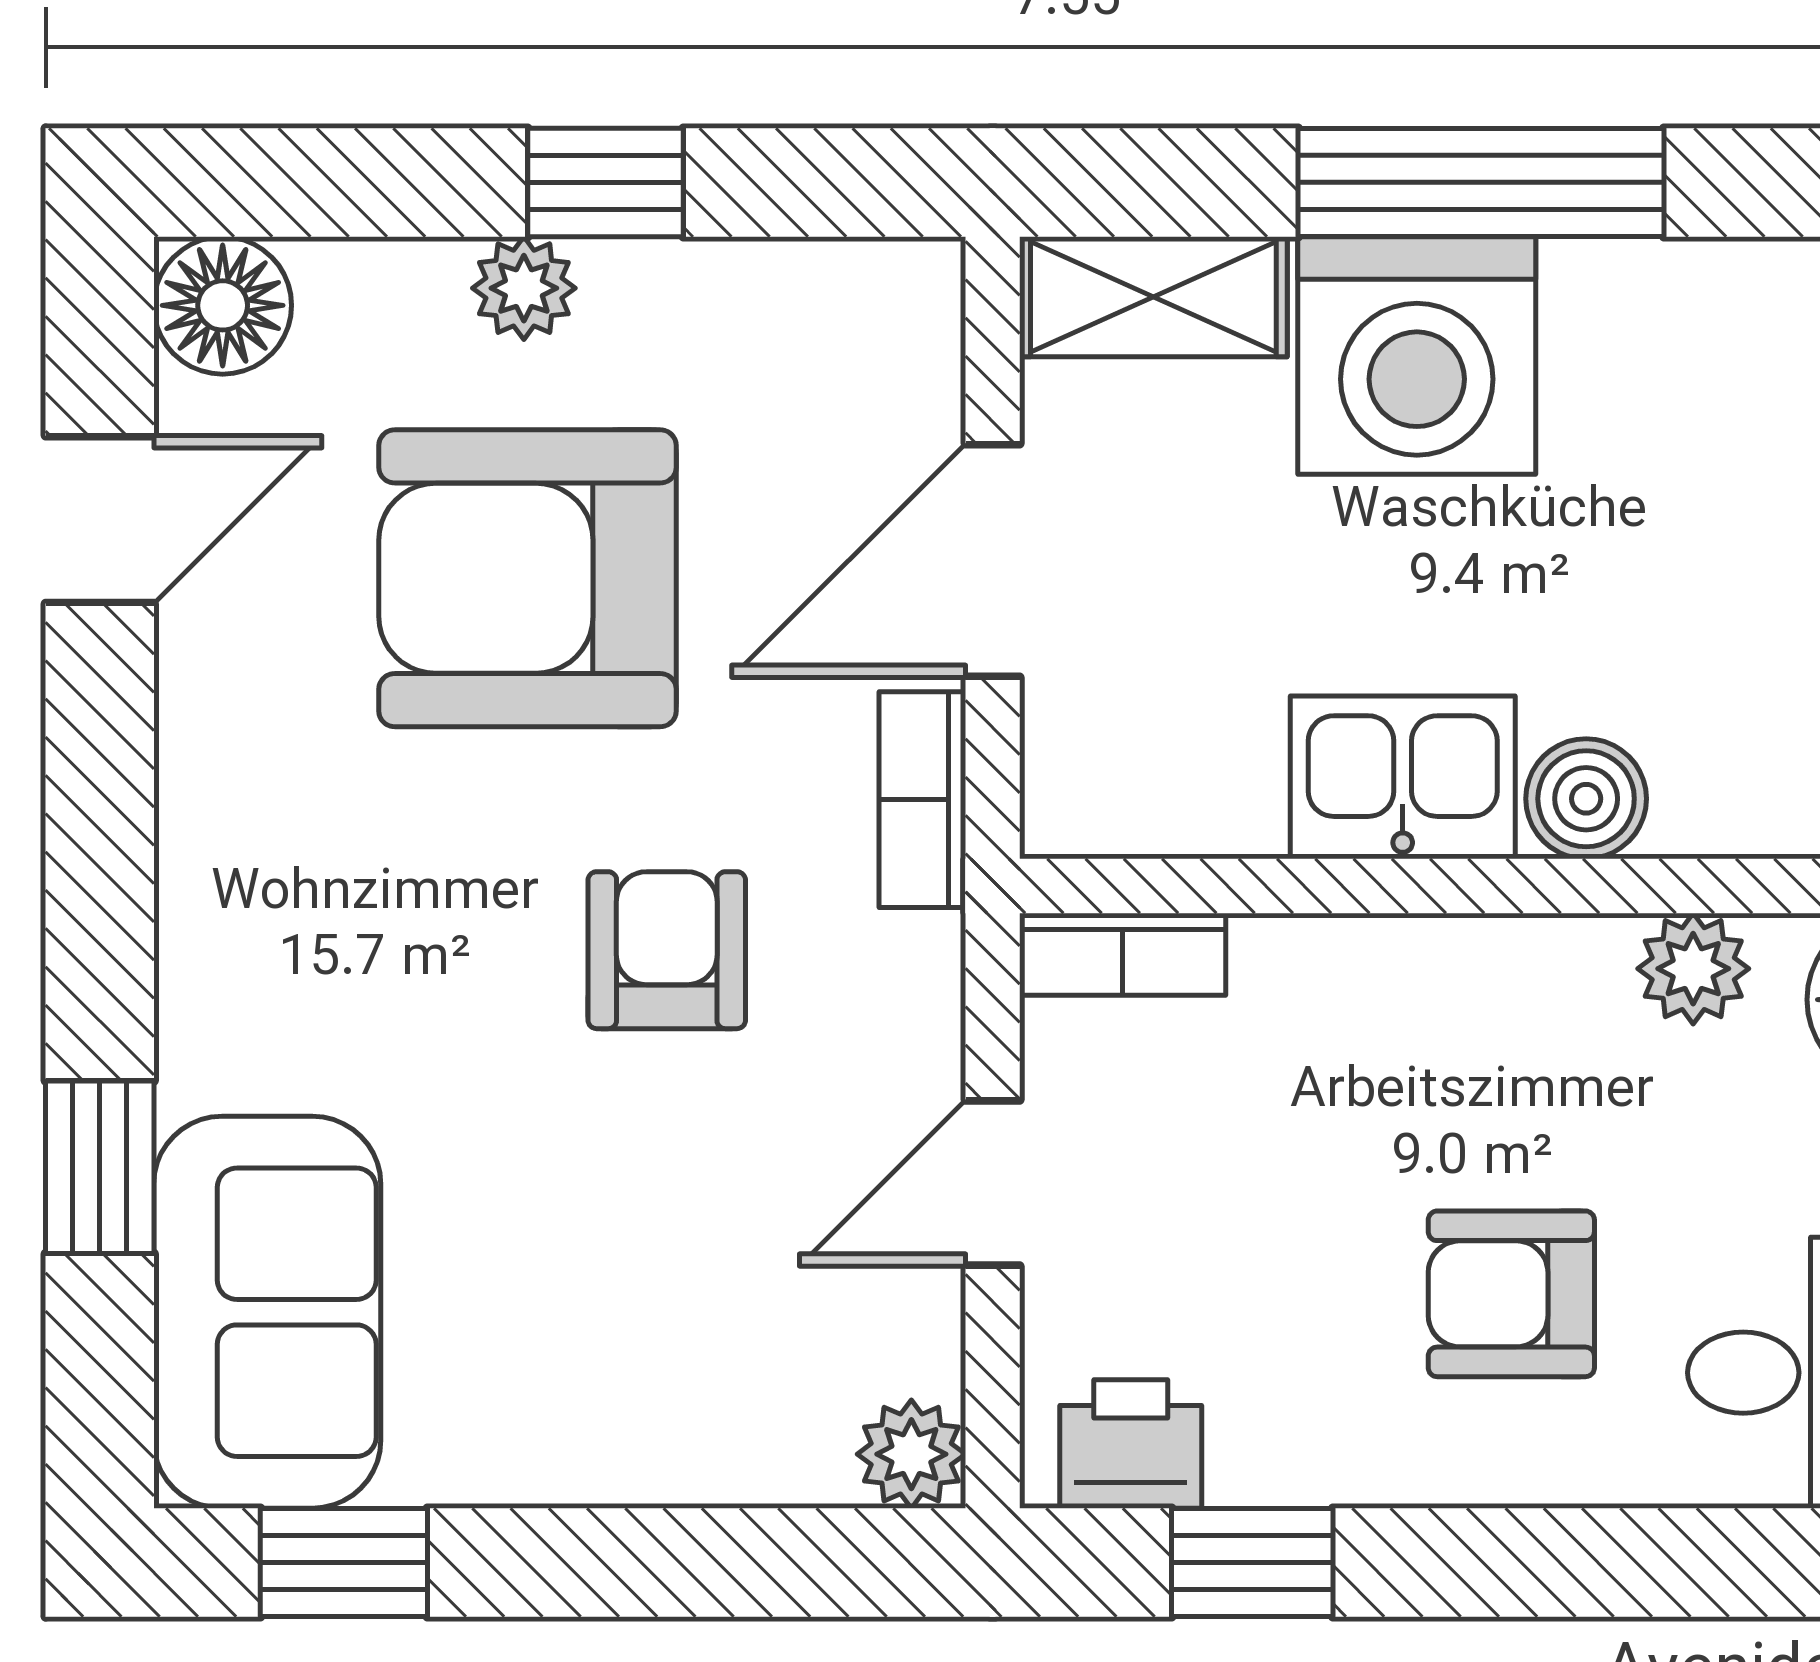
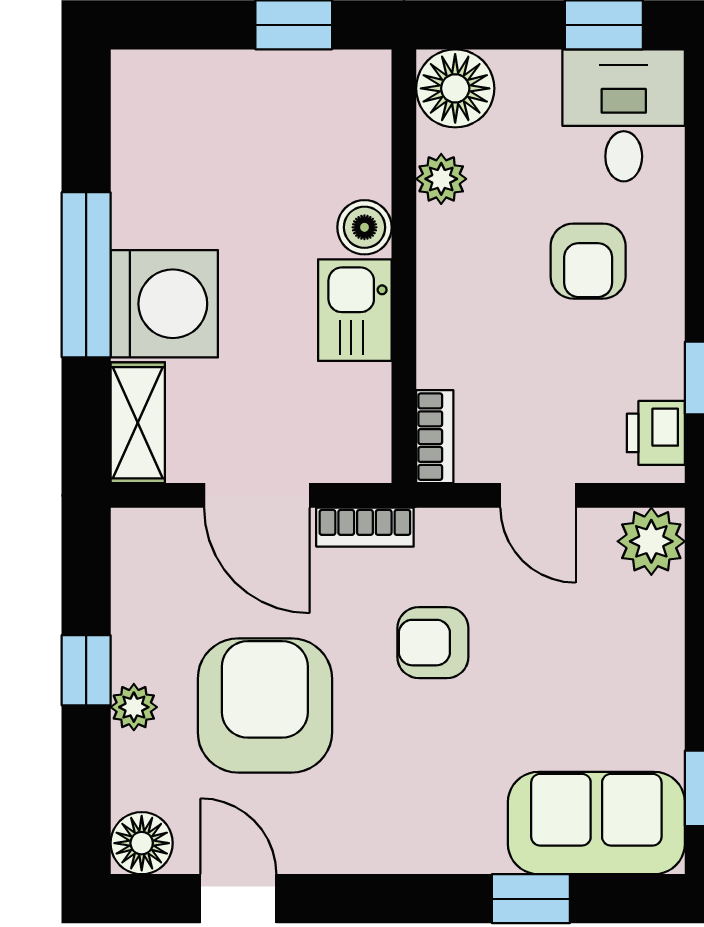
armchair: (527, 578) -> (265, 705), turned 180
plant: (911, 1454) -> (651, 541), width x1.38, depth x1.38

